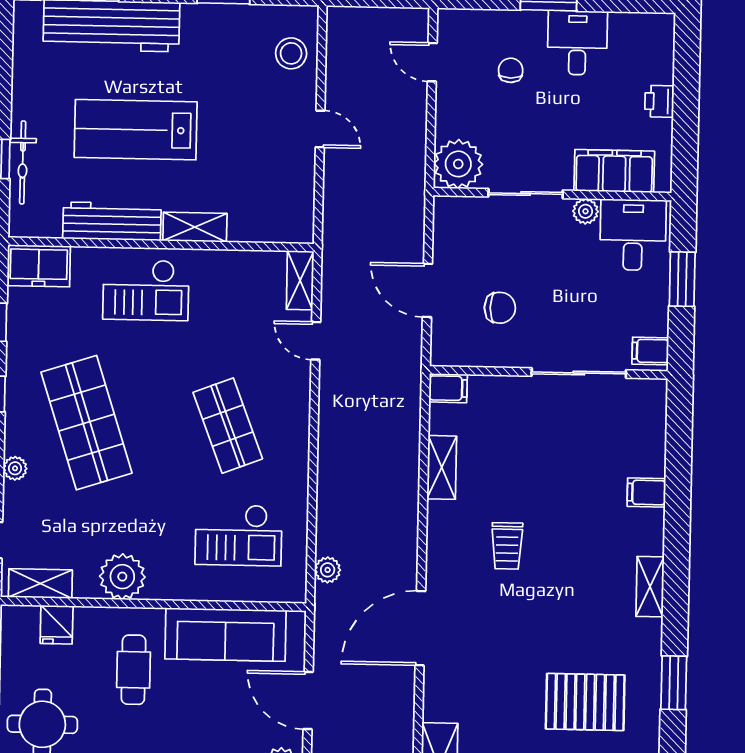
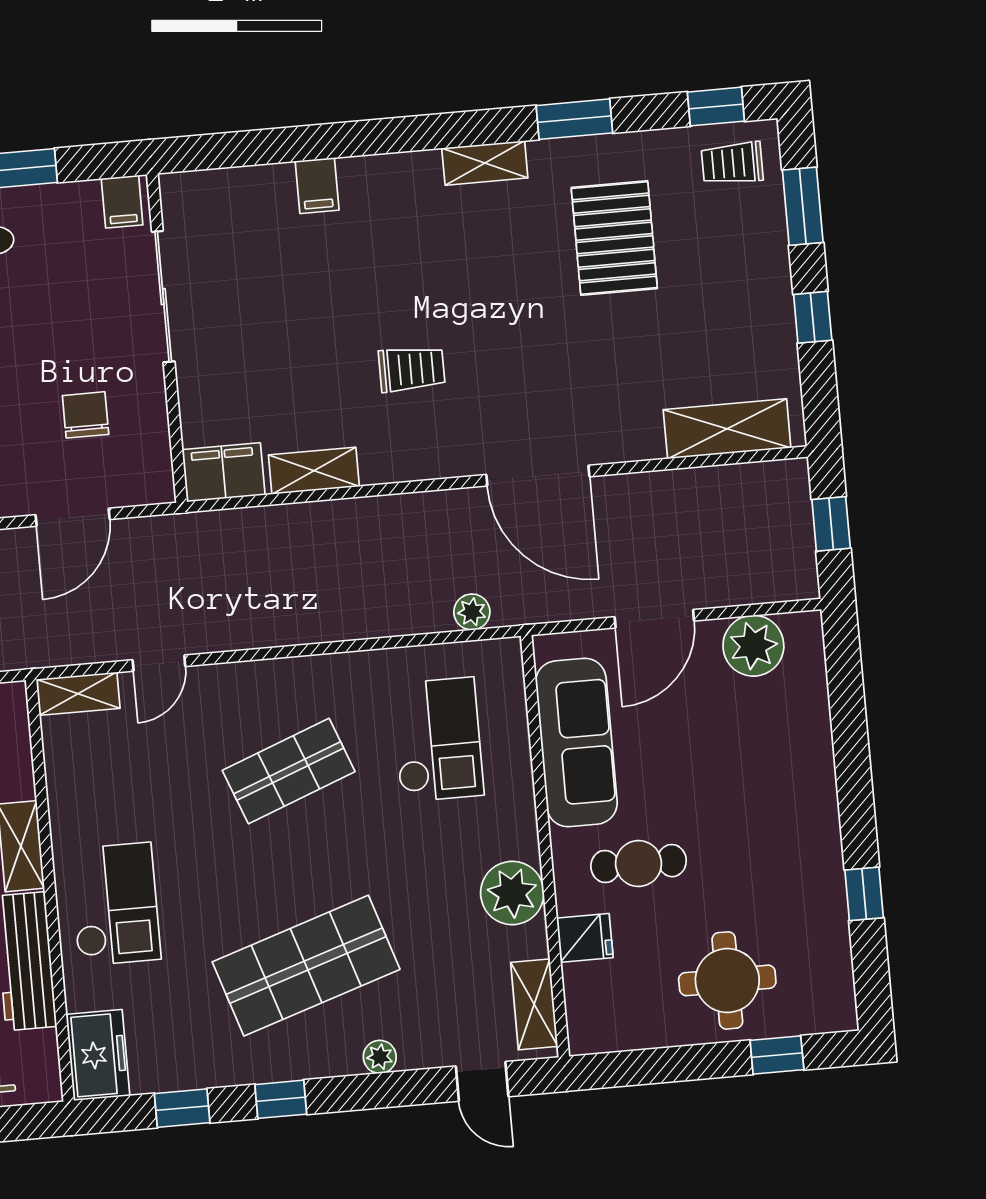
filing cabinet: (448, 388) -> (223, 472), width x2.00
shelving: (650, 587) -> (485, 163), moved
fridge: (57, 625) -> (585, 938), moved

